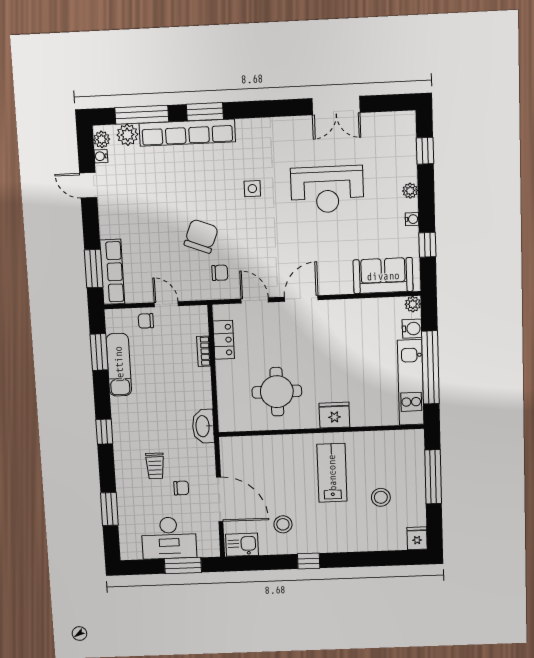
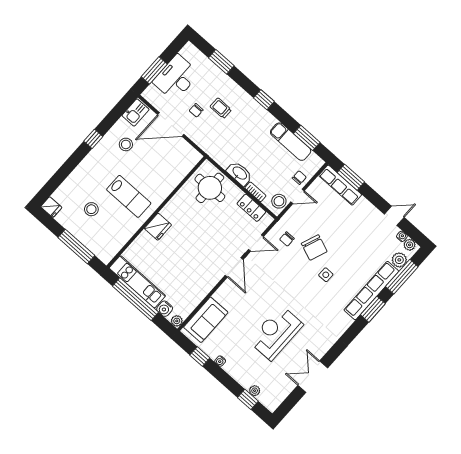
side table: (252, 189) -> (326, 275), moved
plant: (410, 191) -> (255, 391), moved
stool: (190, 318) -> (279, 201), added
round table: (277, 392) -> (210, 188), moved
washbasin: (203, 426) -> (239, 173), moved

